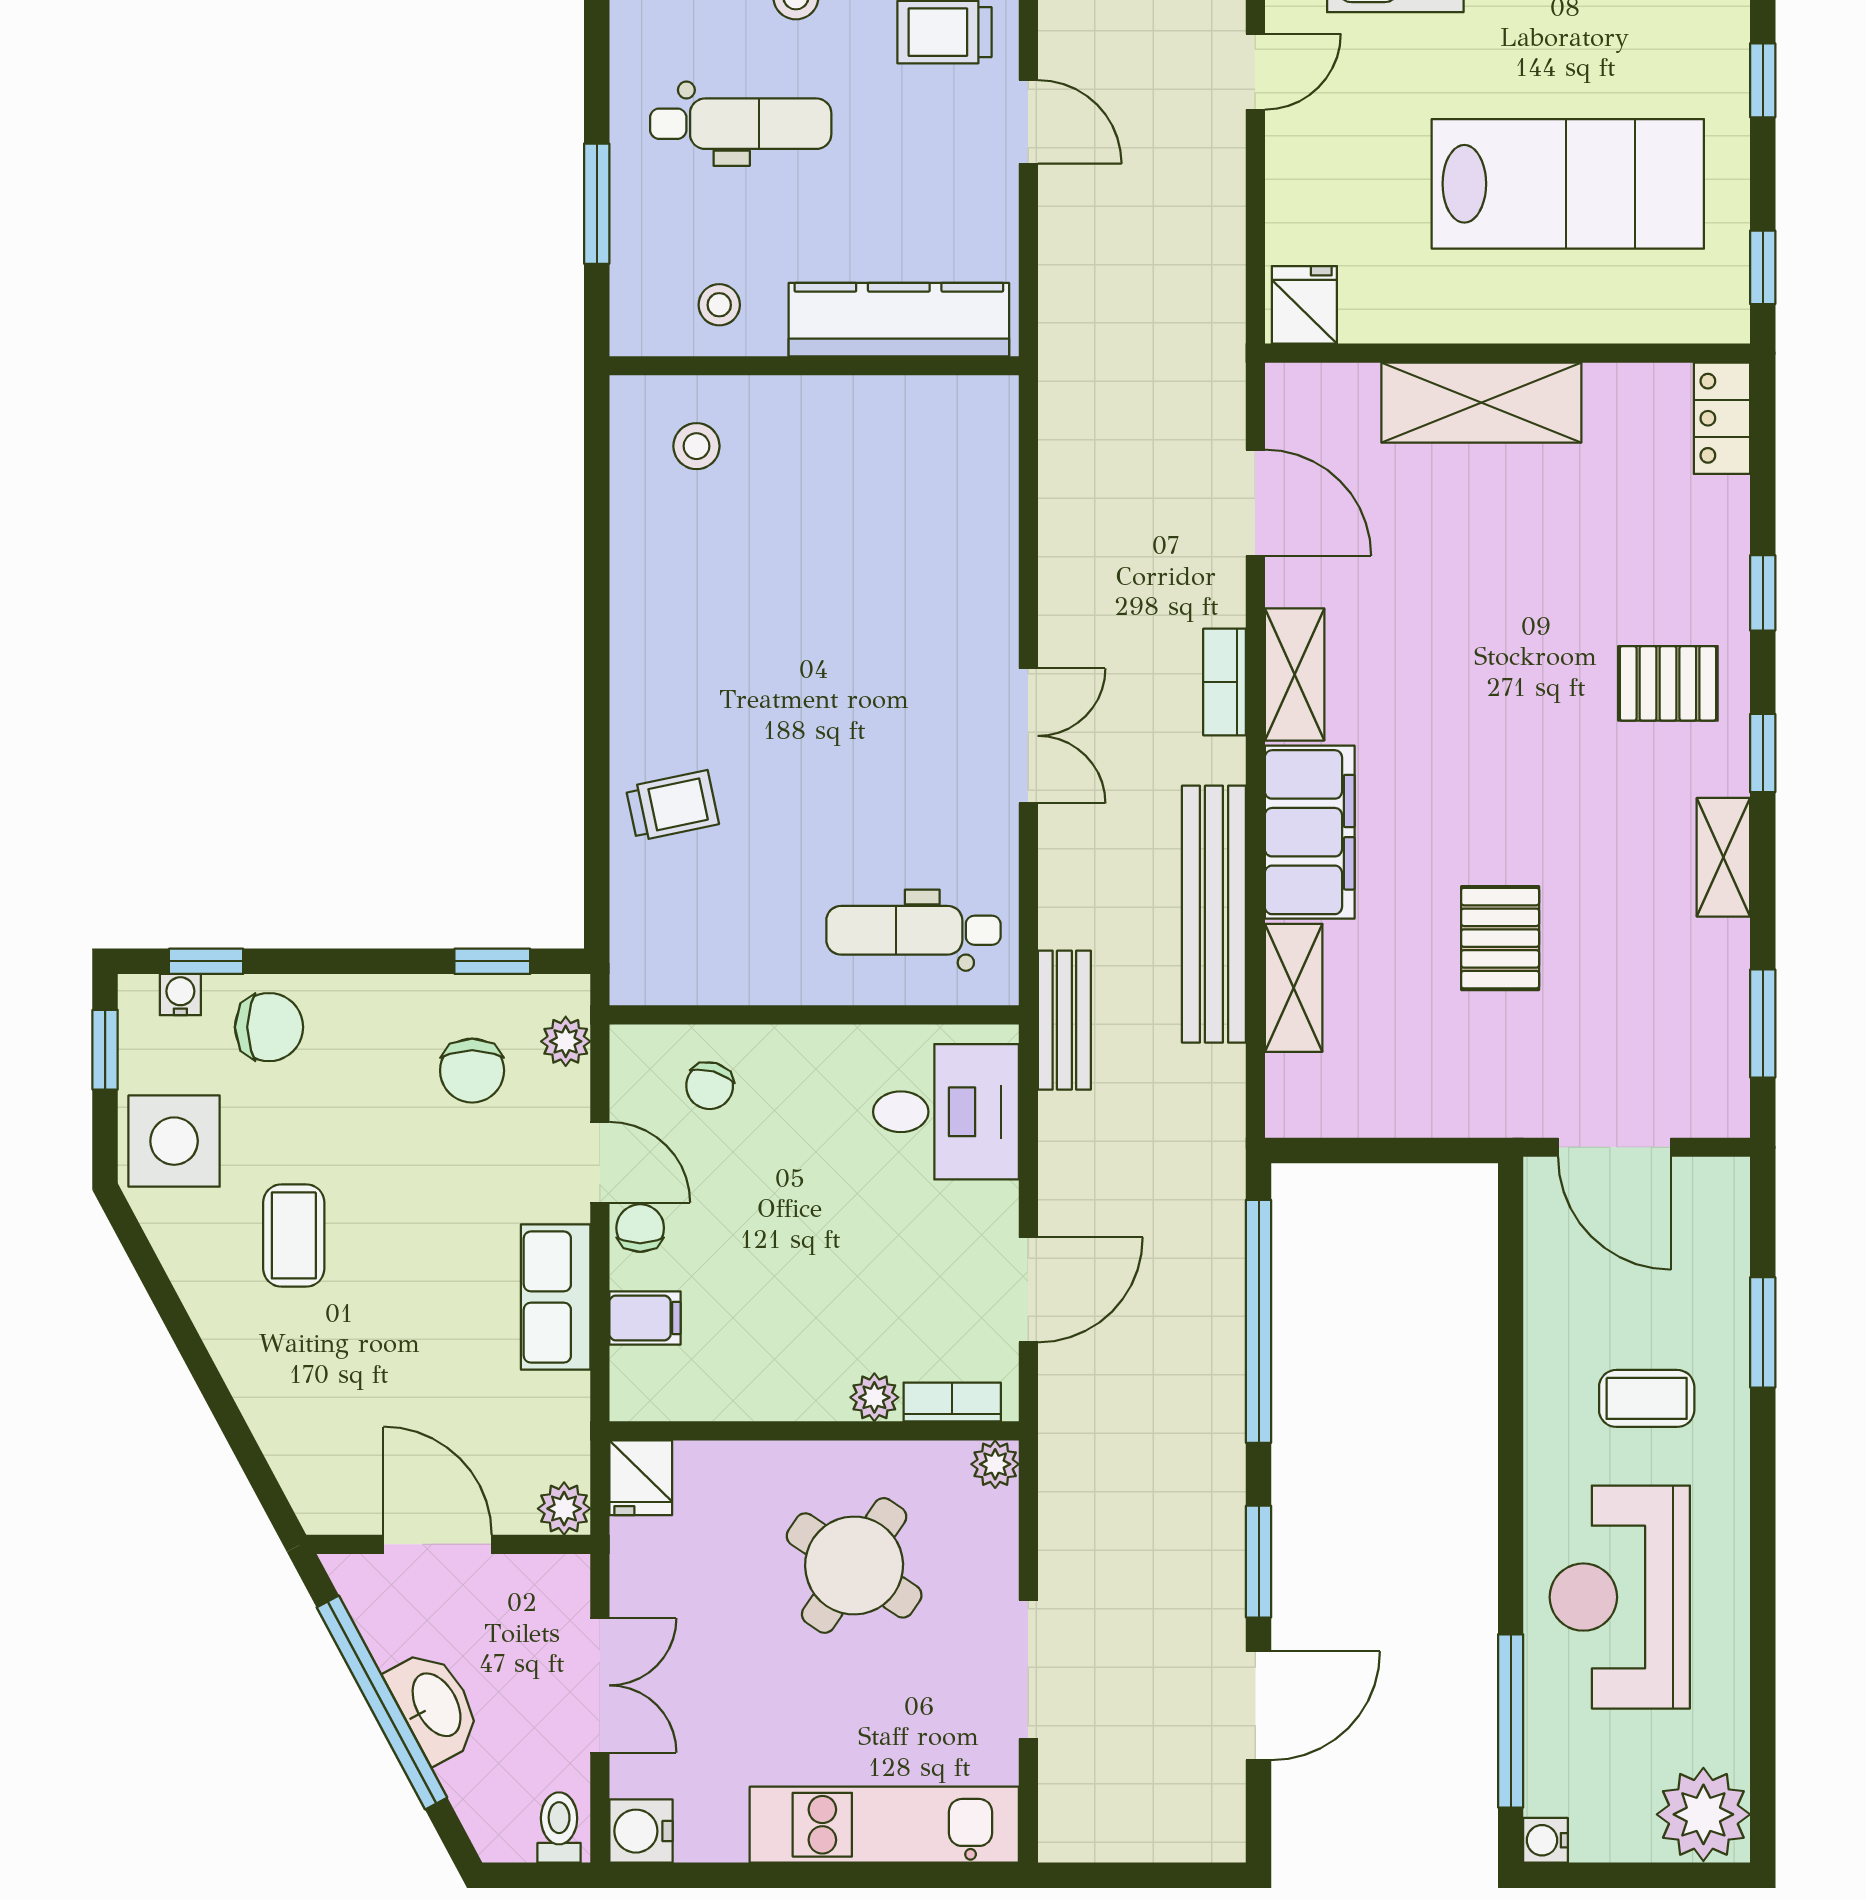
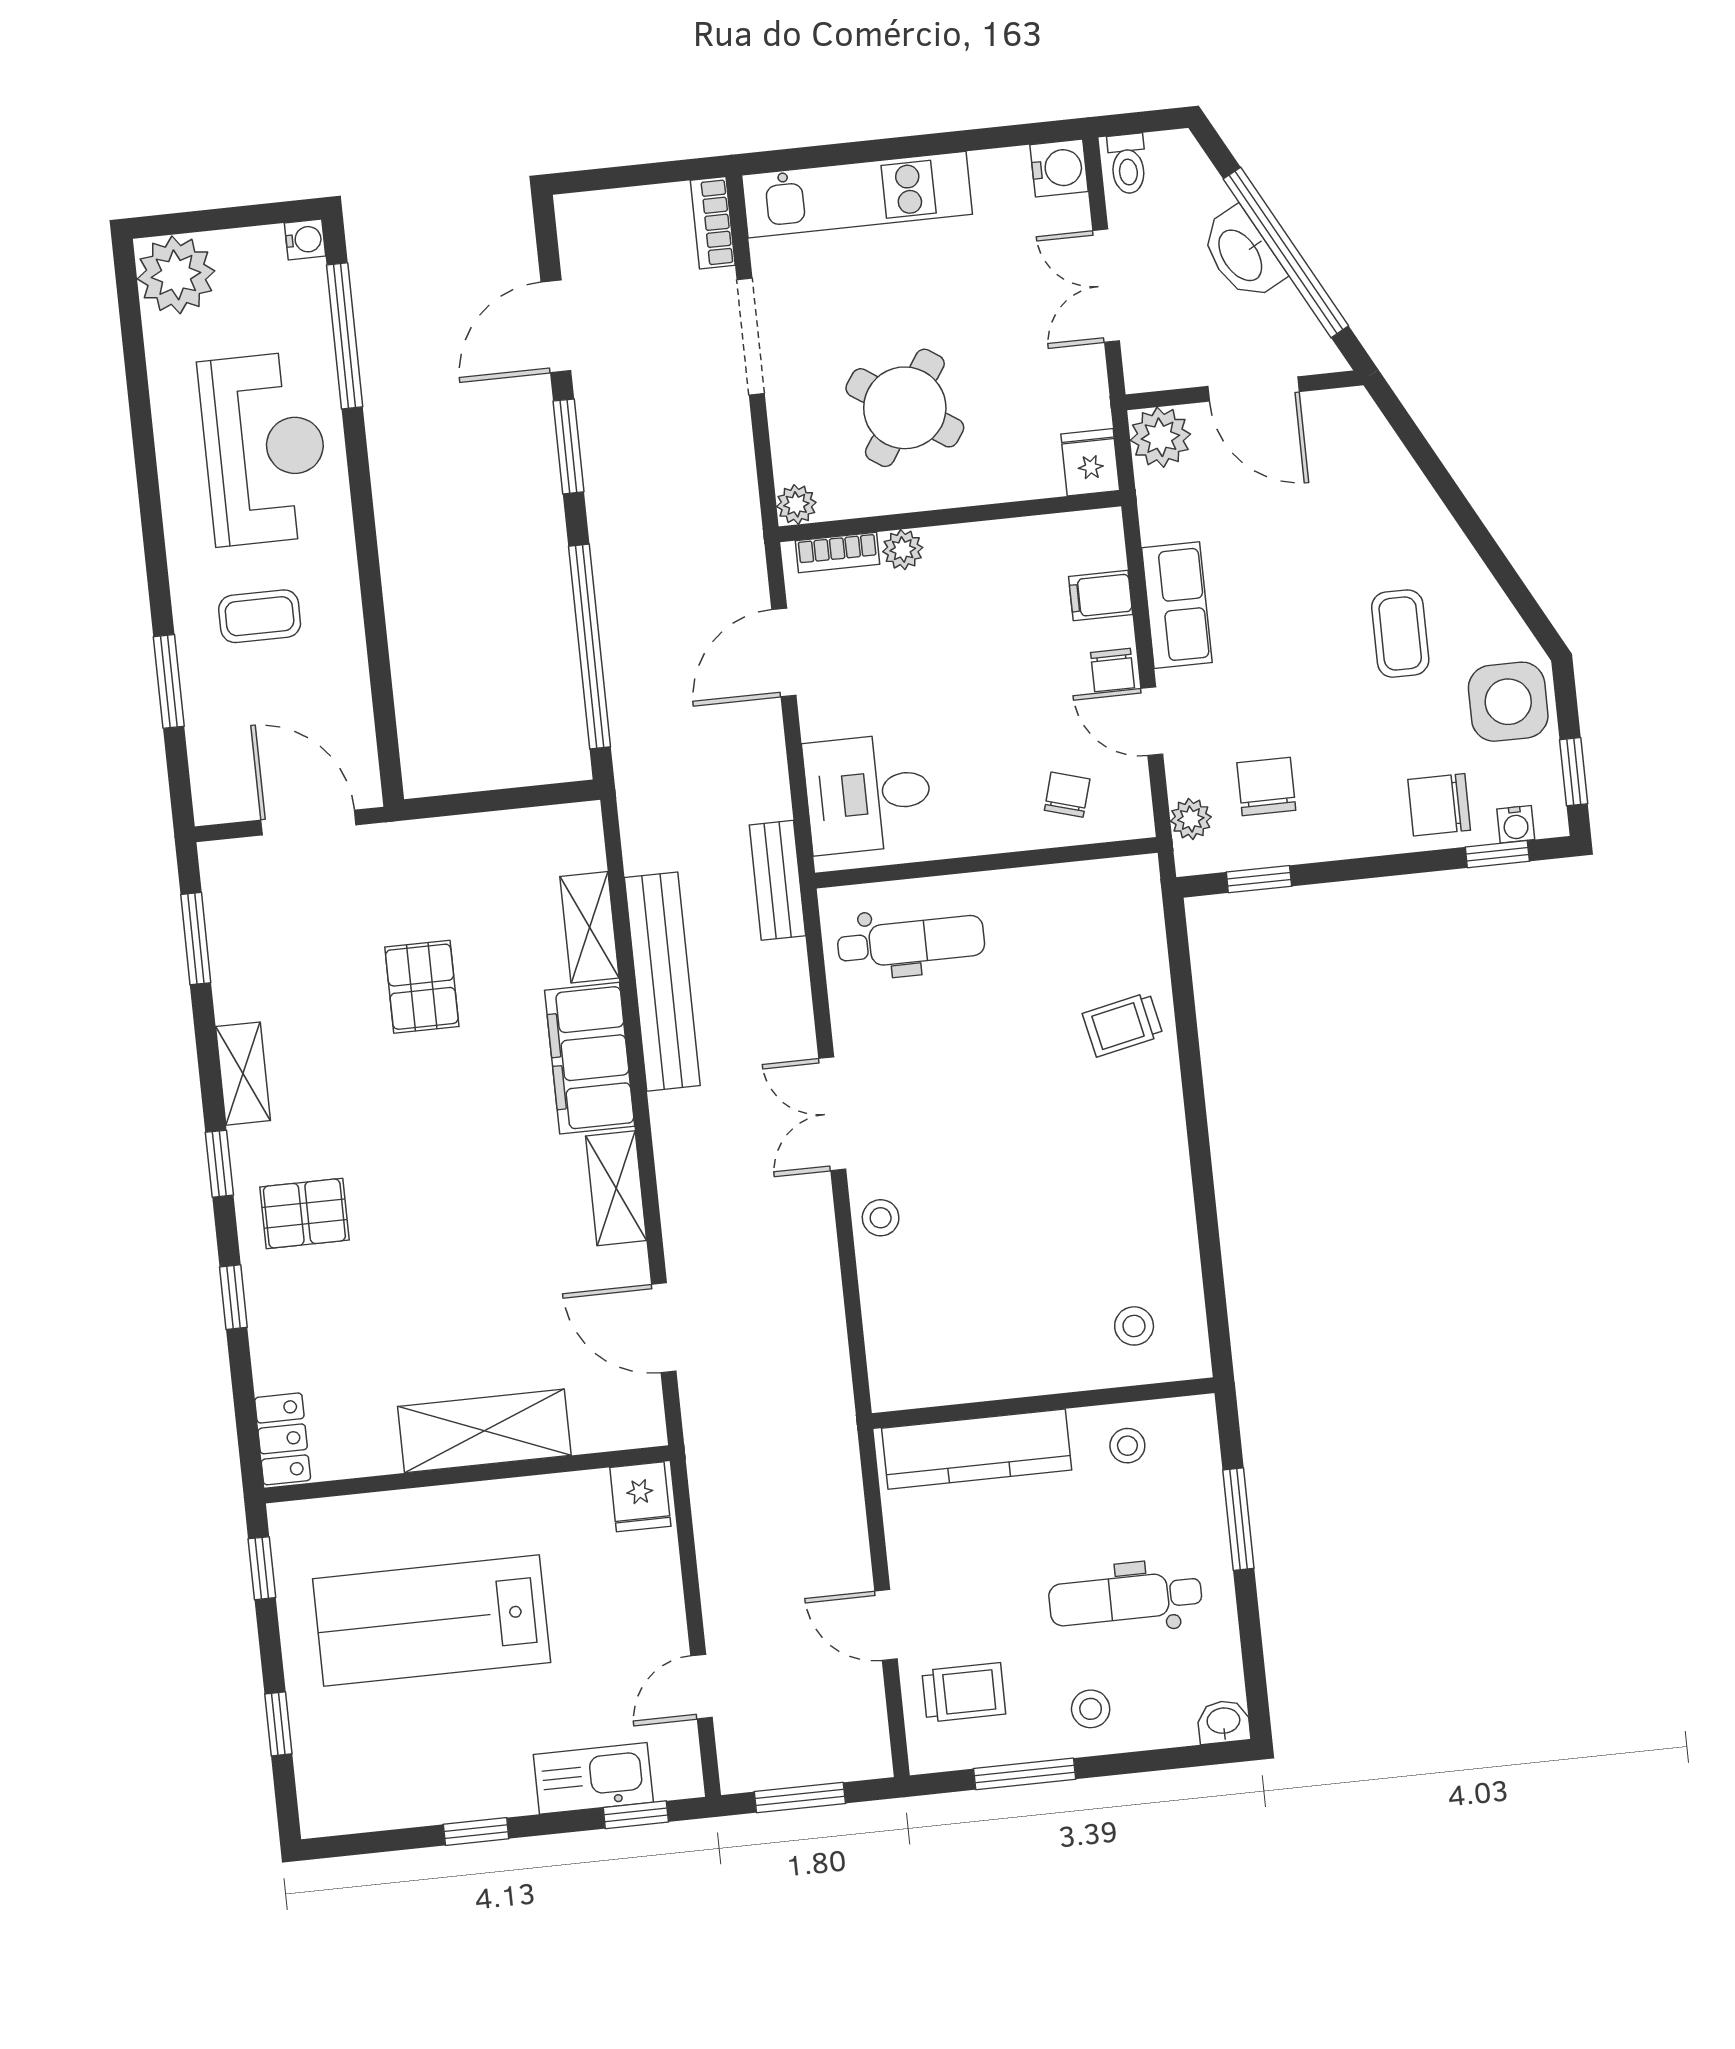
stool: (984, 606) -> (881, 1218), added
bookcase: (1225, 682) -> (713, 223), moved, turned 180
plant: (564, 1509) -> (1160, 437), width x1.38, depth x1.38

